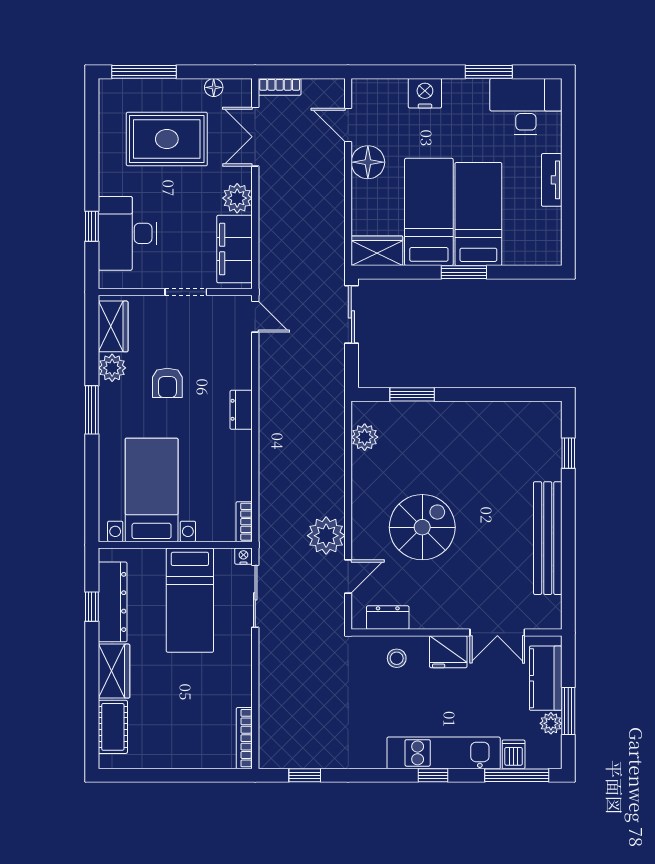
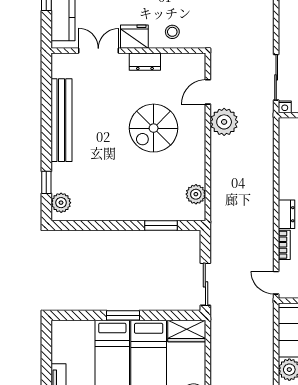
plant: (548, 426) -> (61, 203), added
bookcase: (244, 522) -> (284, 245), moved
dresser: (388, 618) -> (145, 62), moved

